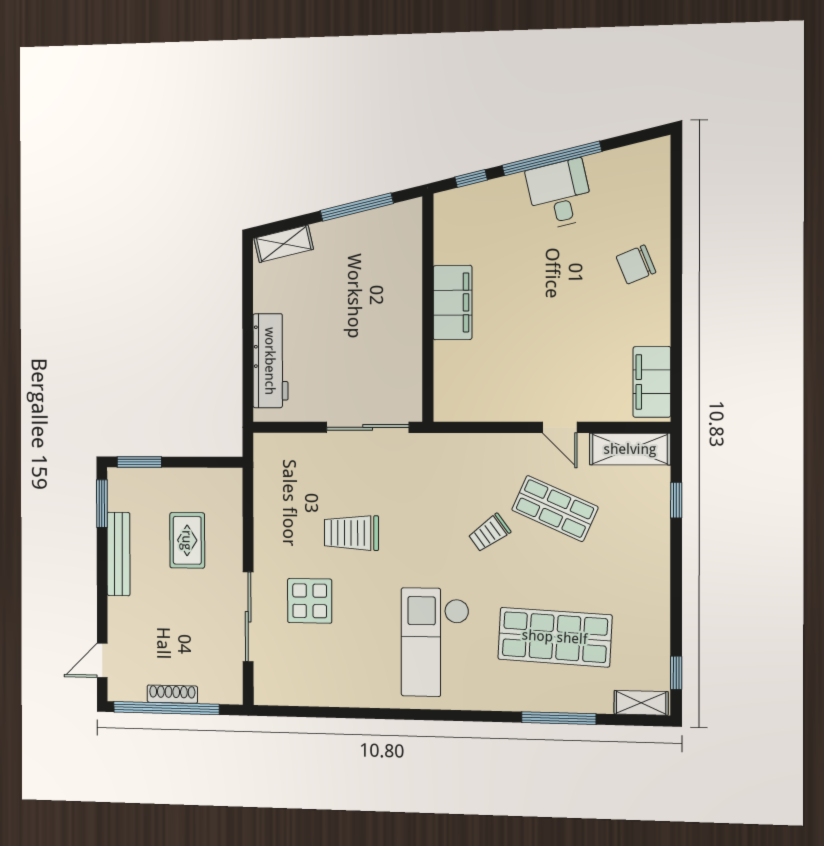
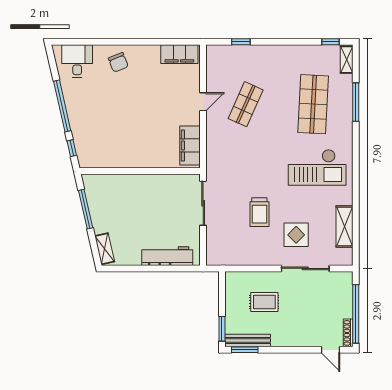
desk: (560, 194) -> (77, 61), moved, turned 103
filing cabinet: (453, 303) -> (190, 145), moved, turned -90
shelving: (630, 449) -> (344, 226), moved
trolley: (489, 533) -> (259, 139), removed
bench: (118, 554) -> (248, 341), moved
shoe rack: (172, 694) -> (348, 333), moved

